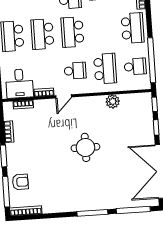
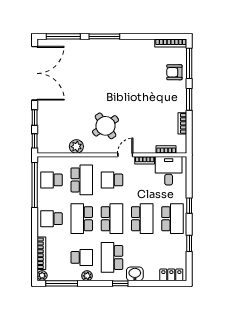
school desk: (133, 28) -> (52, 219), width x0.54
school desk: (102, 30) -> (82, 219), added
school desk: (105, 69) -> (82, 180), turned 180
round table: (85, 147) -> (106, 126), moved, turned -35

